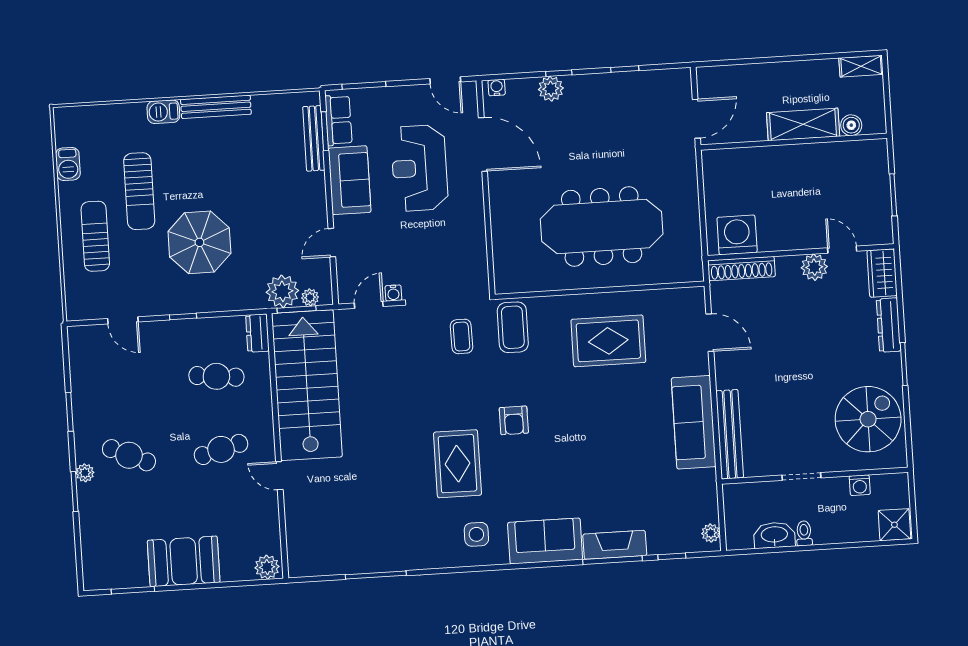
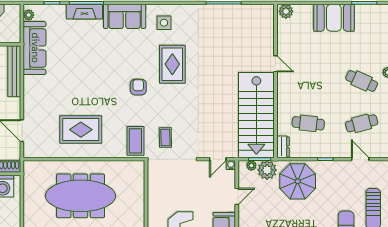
parasol: (199, 242) -> (298, 181), moved
water cooler: (393, 293) -> (231, 165), moved
sofa: (694, 422) -> (35, 48), moved
cafe table: (221, 449) -> (362, 123), moved

